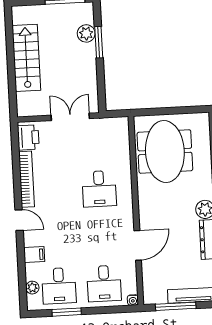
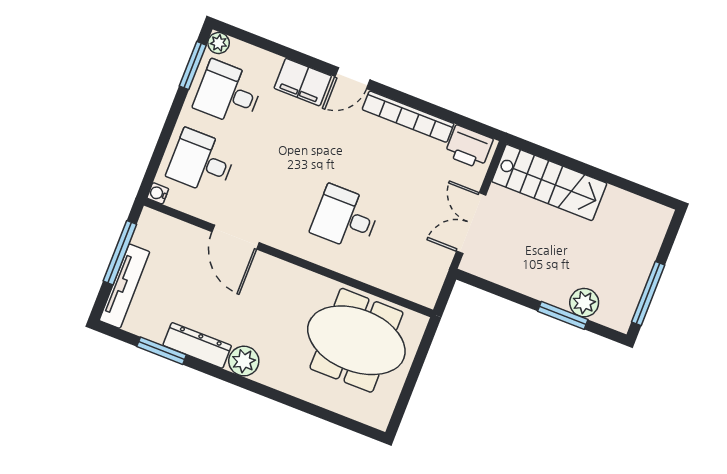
stairs: (26, 58) -> (549, 182), moved
double door: (70, 117) -> (471, 223), swing flipped
filing cabinet: (34, 255) -> (303, 82), width x2.00
plant: (32, 288) -> (219, 43), moved
window: (67, 312) -> (193, 66), moved

